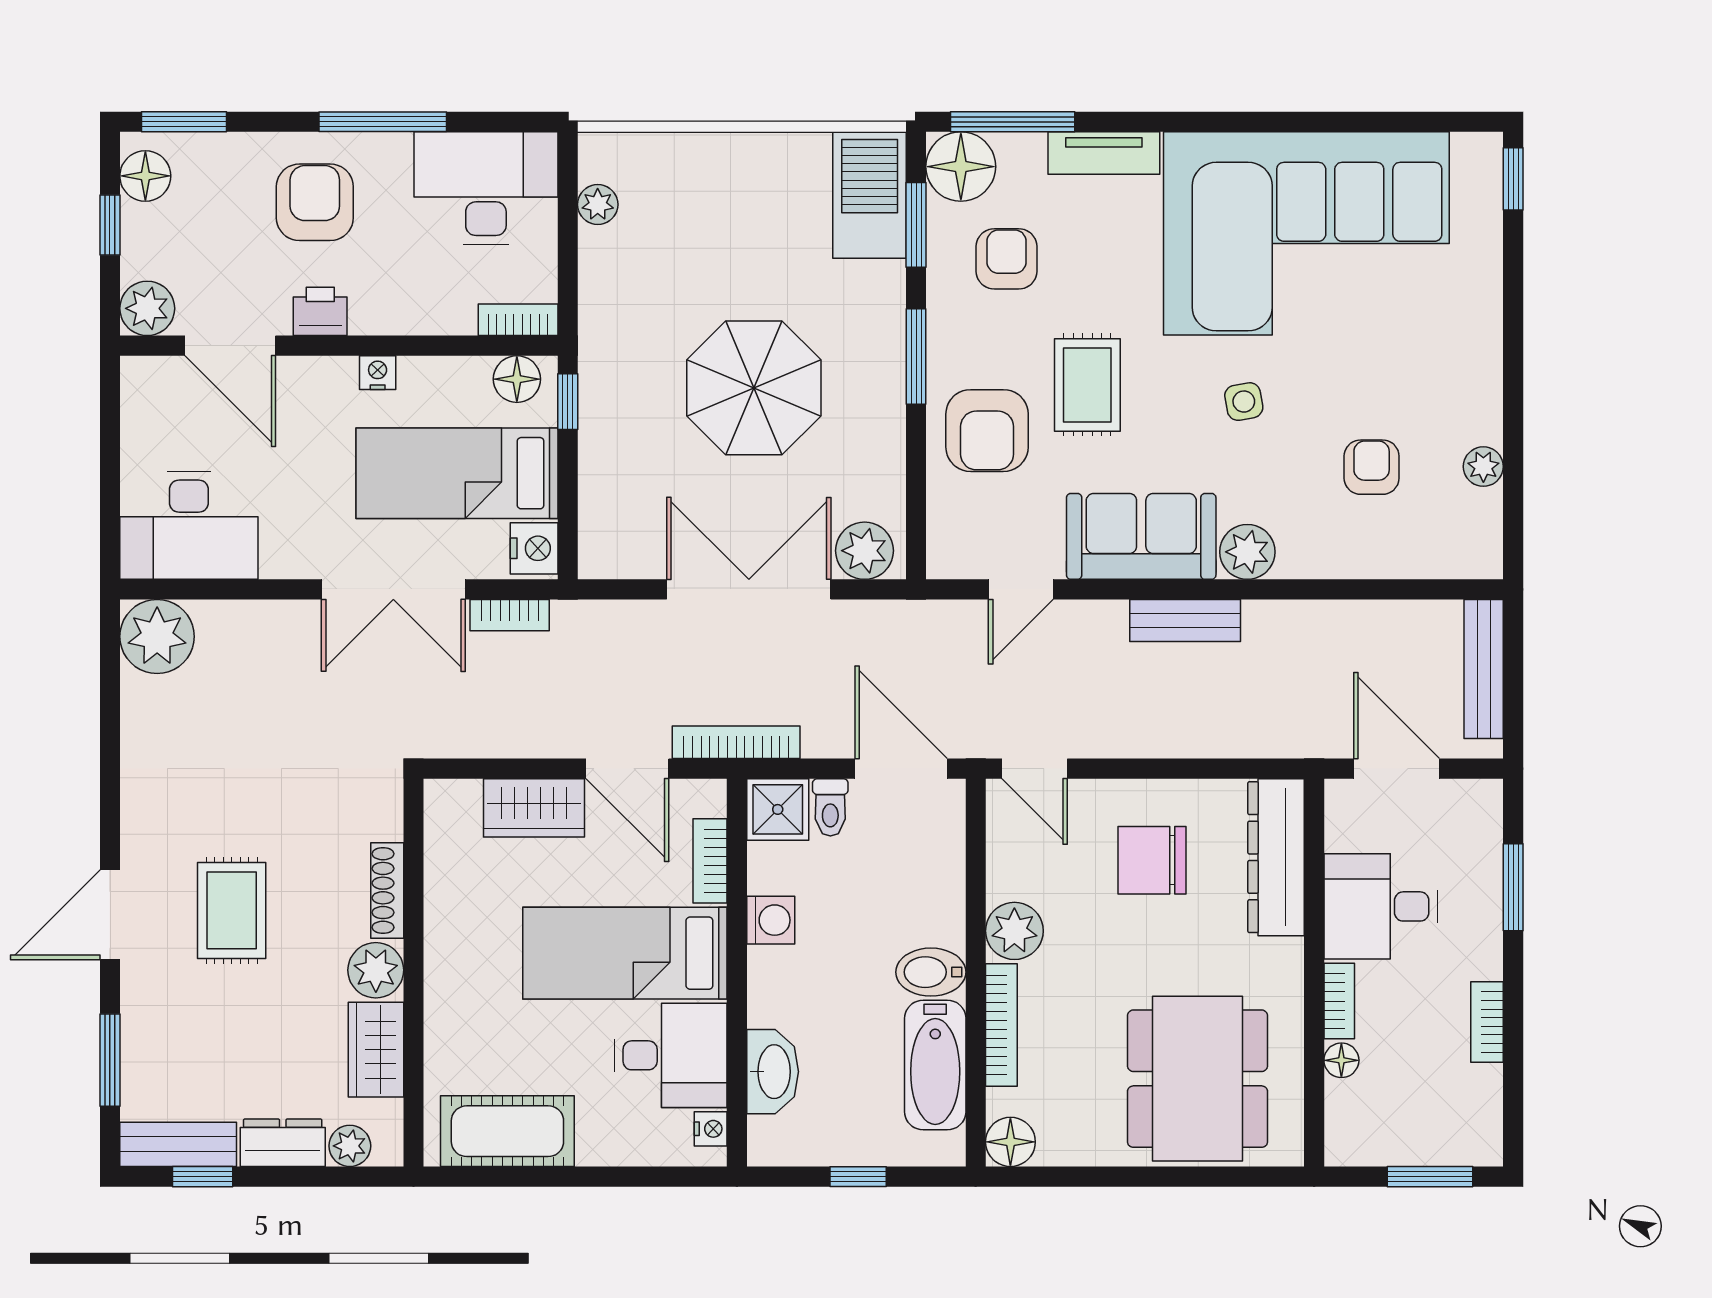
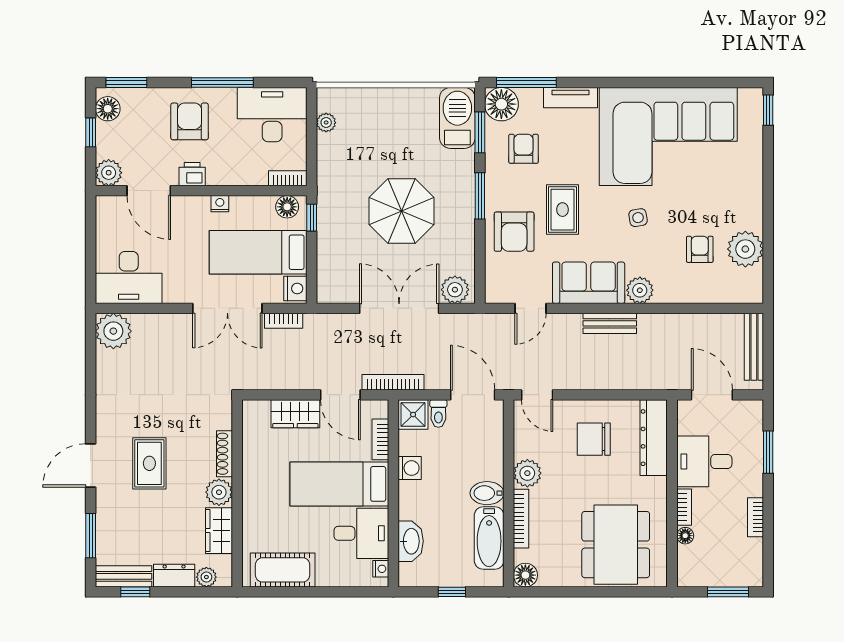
plant: (1483, 467) -> (745, 249), width x1.88, depth x1.88

